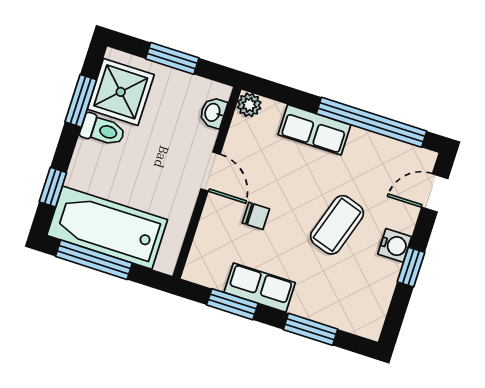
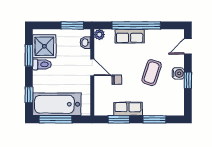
window: (172, 58) -> (72, 25), moved
window: (371, 122) -> (136, 25), moved

